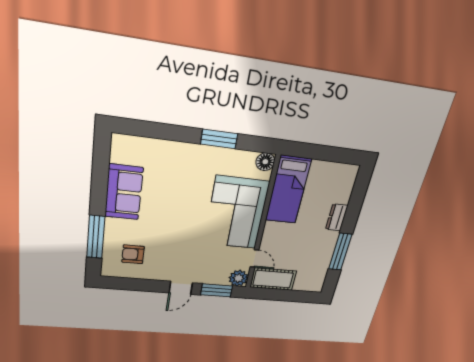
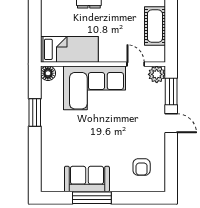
window: (96, 237) -> (92, 198), moved
door: (254, 258) -> (136, 64), hinge flipped
cot: (273, 279) -> (155, 26), moved

